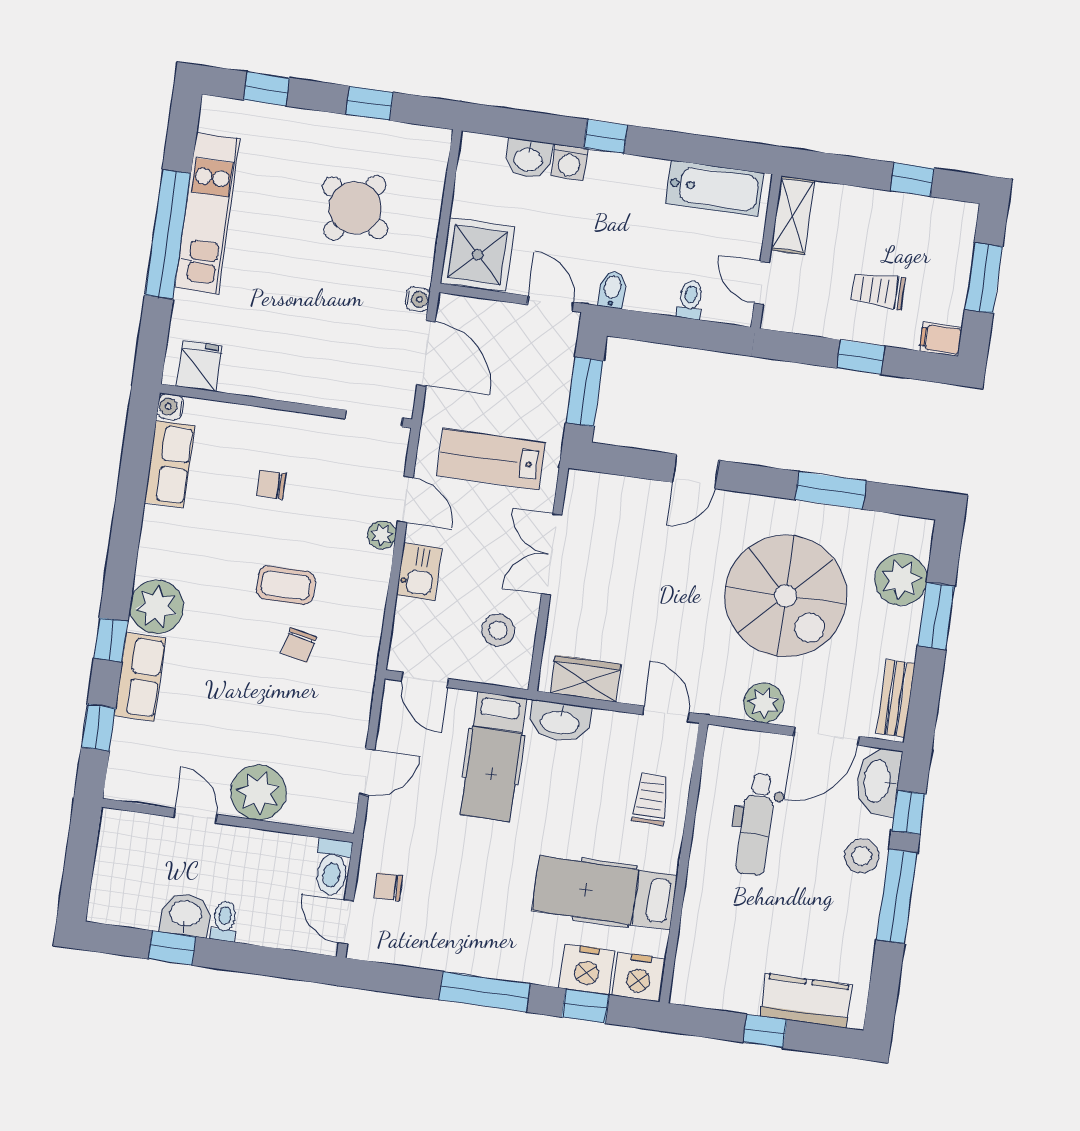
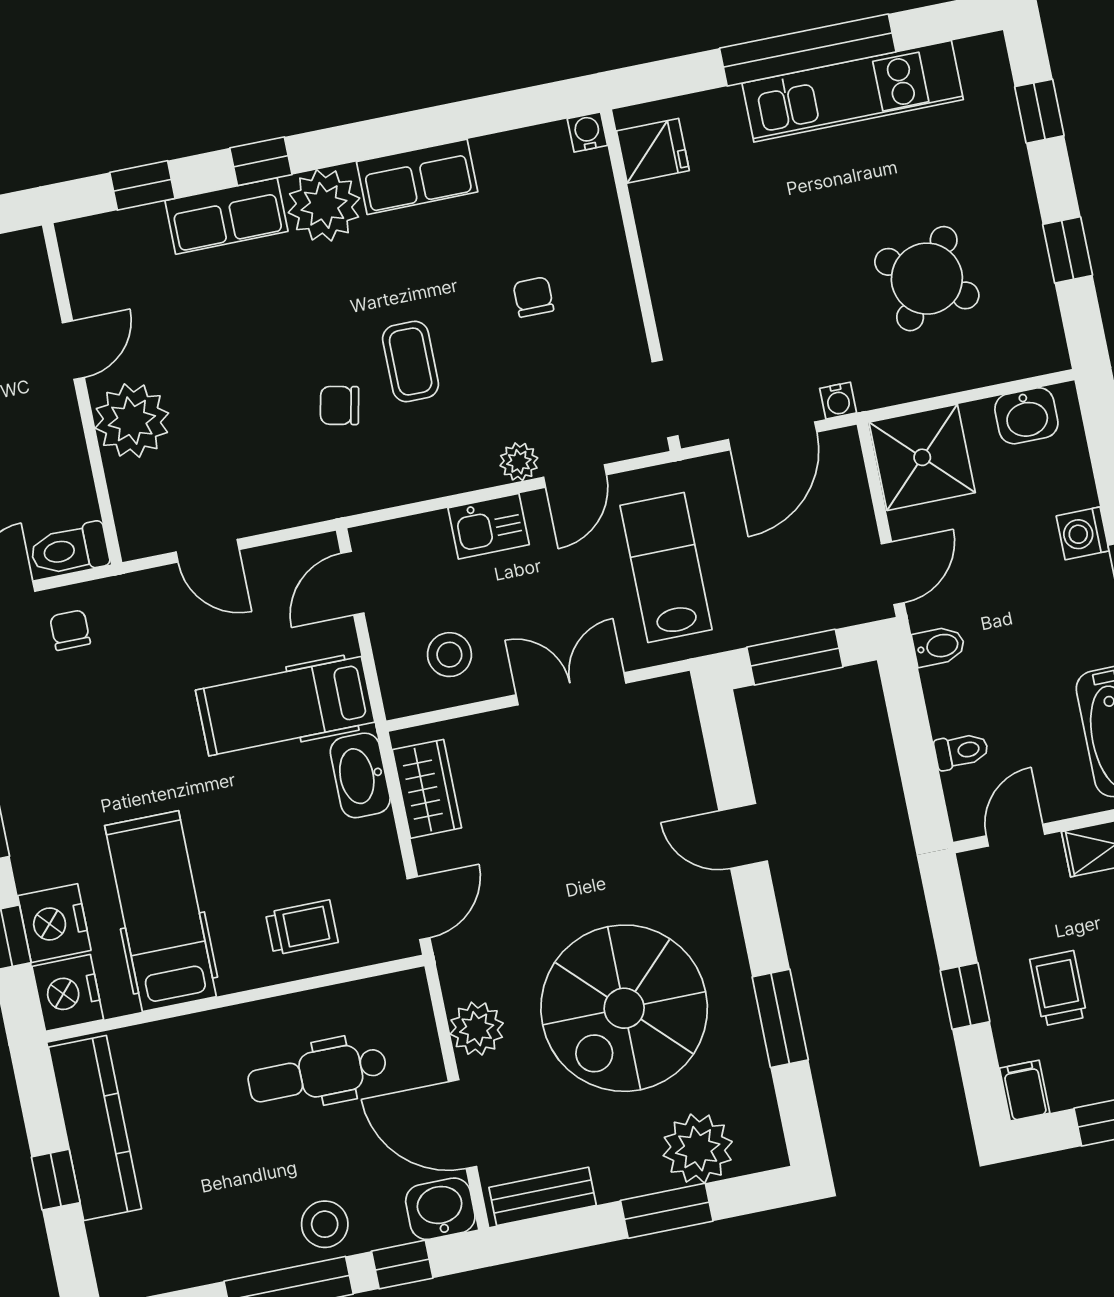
washbasin: (528, 159) -> (1026, 416), moved, turned -90
row of seats: (170, 464) -> (417, 177), moved
washbasin: (878, 781) -> (440, 1209), width x0.72
kitchen counter: (806, 1001) -> (95, 1128), moved, width x1.50

